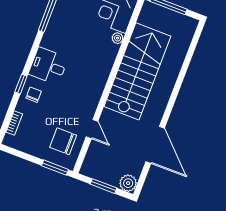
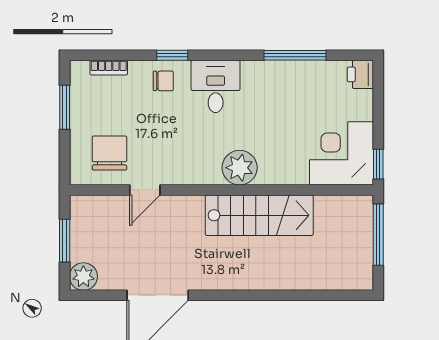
plant: (117, 38) -> (240, 168), moved, width x1.88, depth x1.88
stairs: (137, 71) -> (259, 215), width x0.73, depth x0.66
window: (55, 168) -> (65, 107), moved

